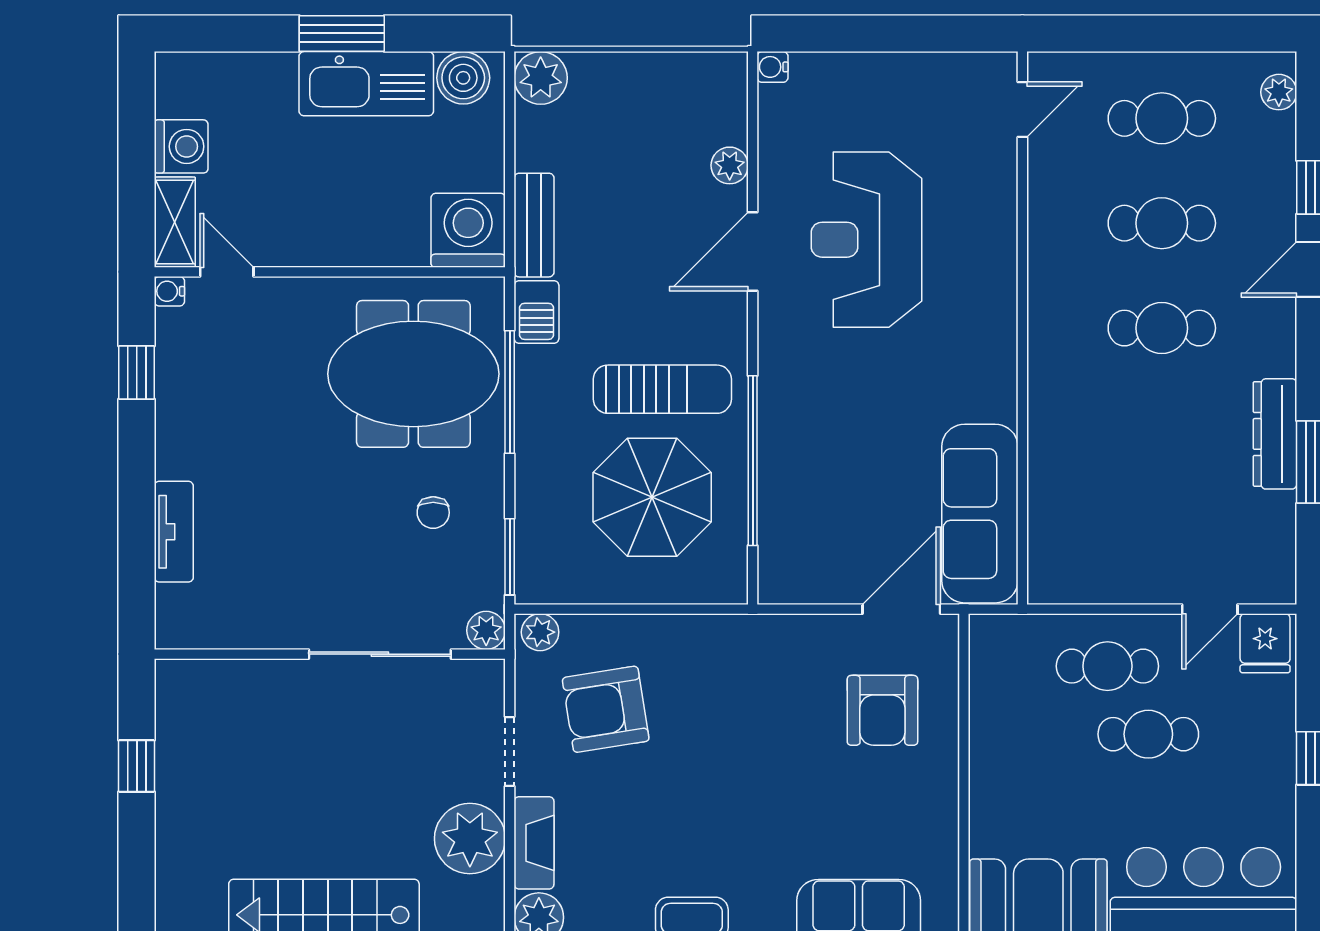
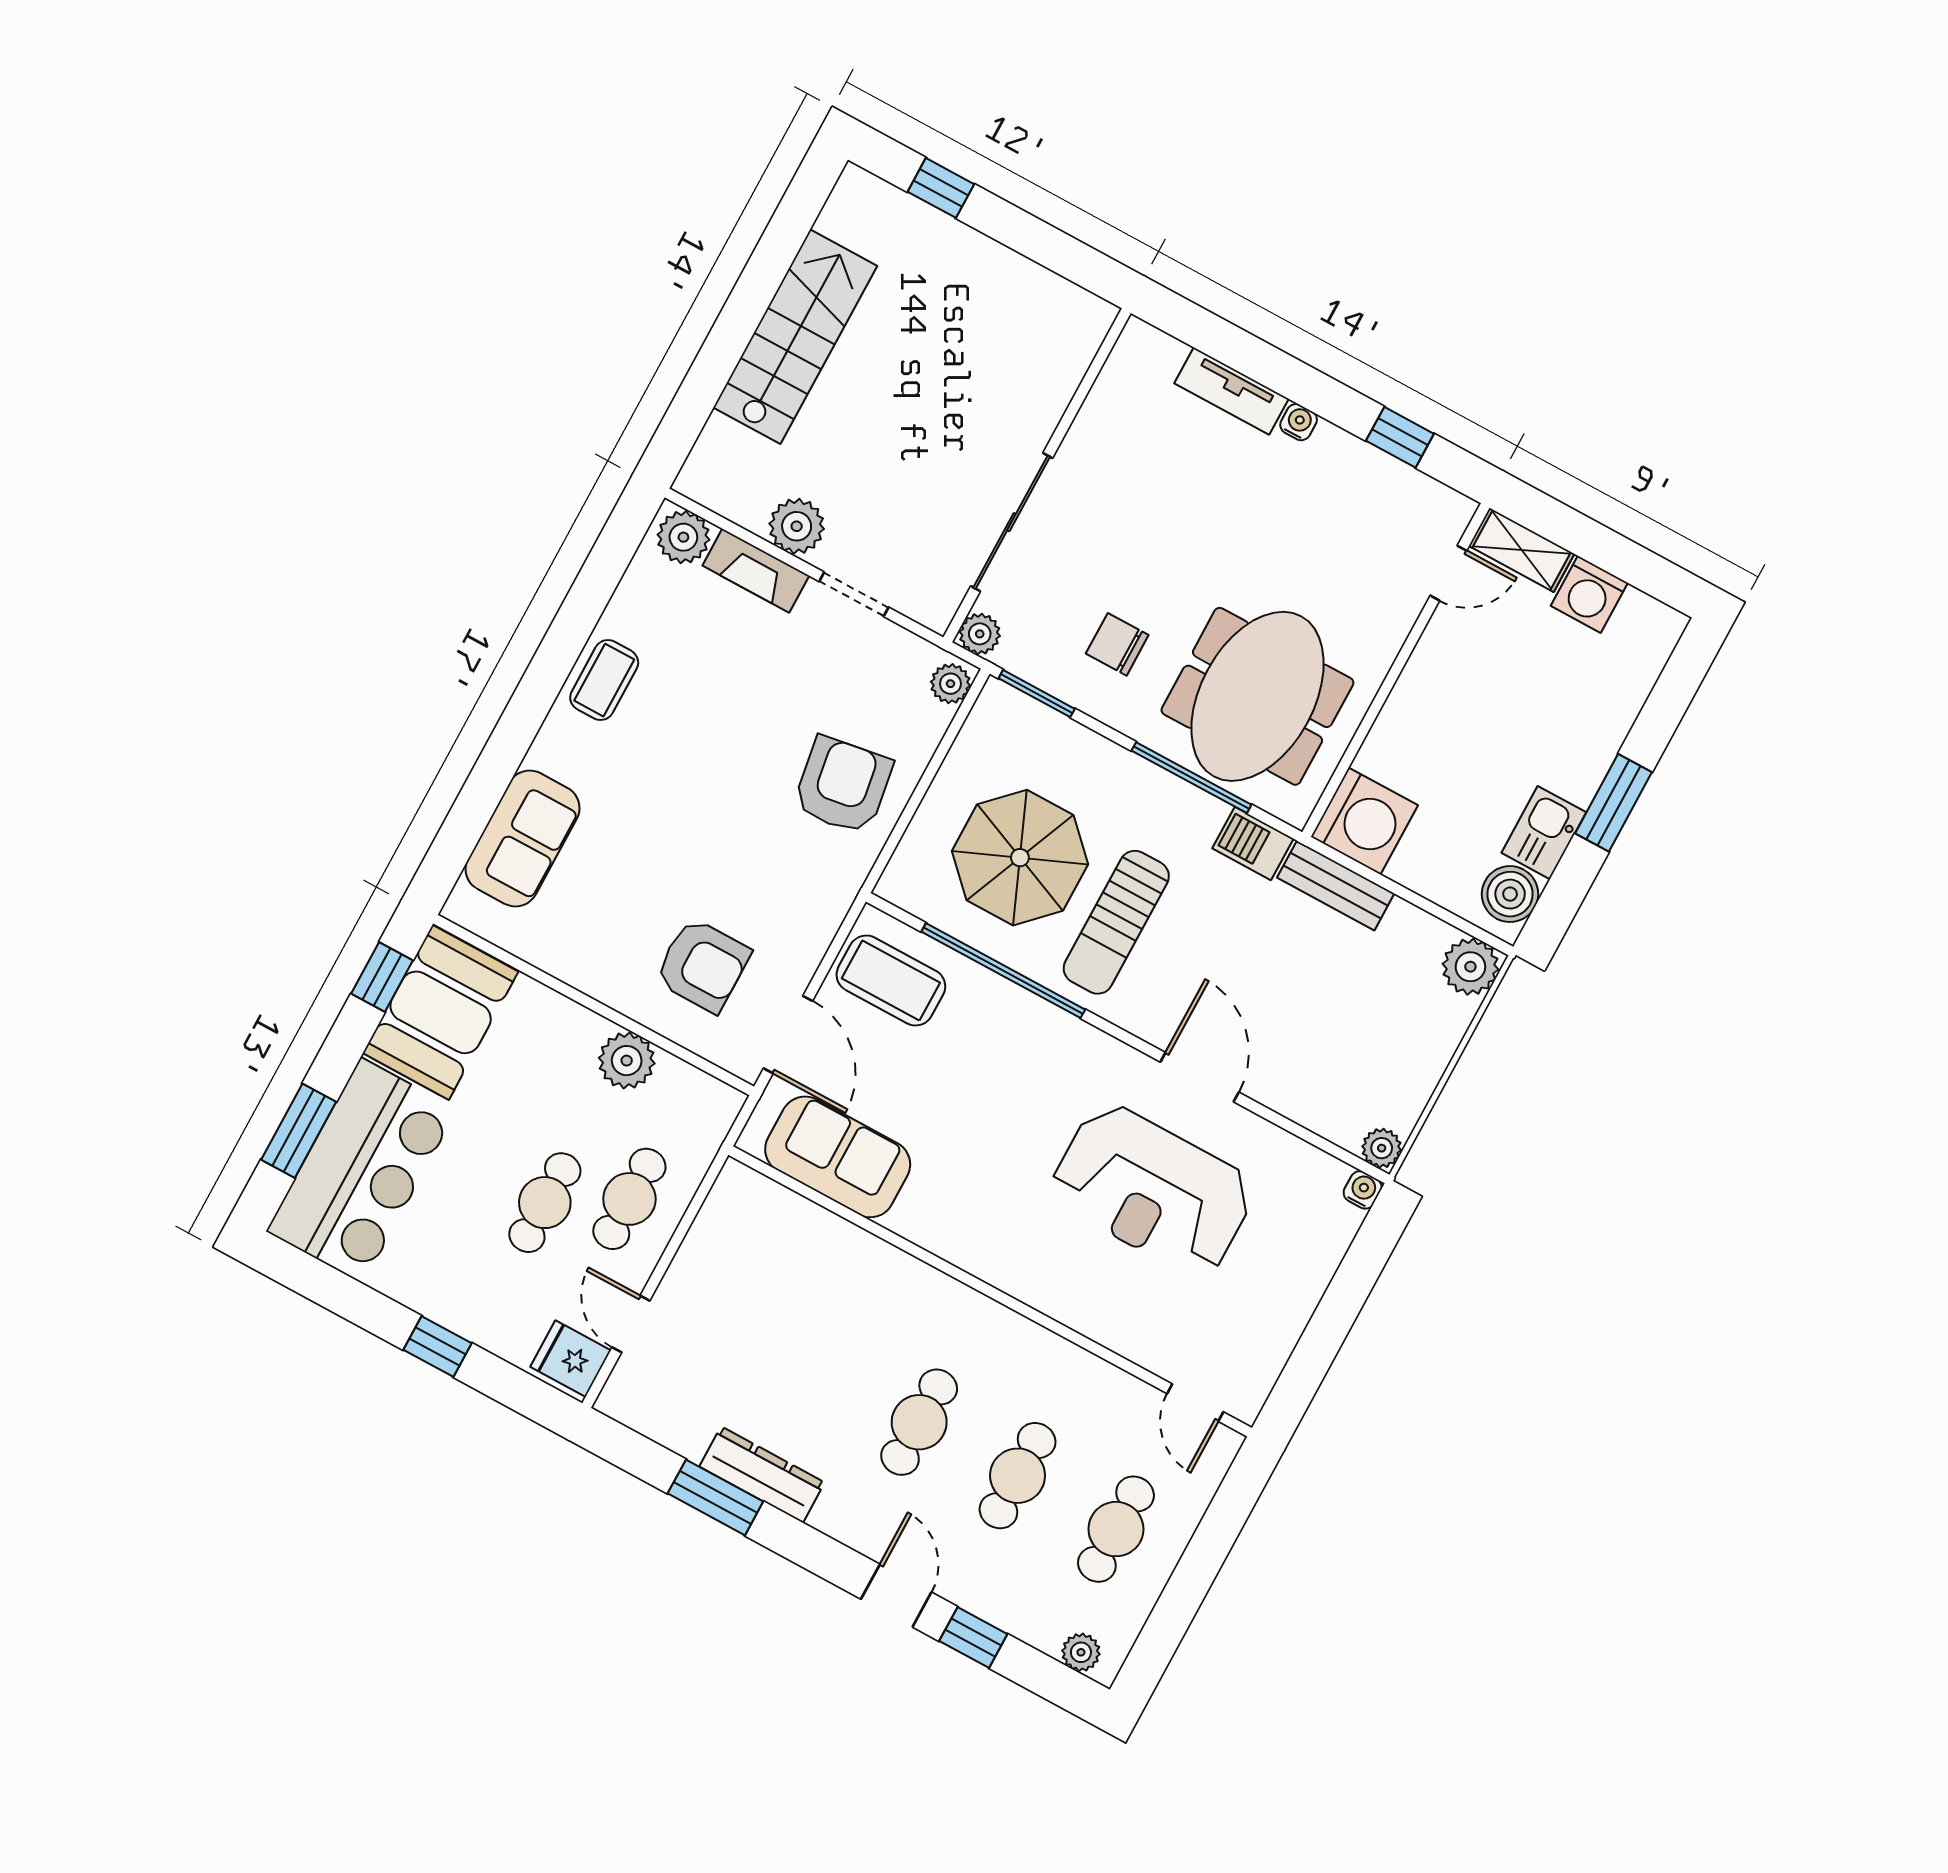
kitchen sink: (366, 84) -> (1544, 833), width x0.53, depth x0.81
plant: (730, 165) -> (1382, 1148), moved
reception desk: (866, 240) -> (1153, 1190), turned 180
water cooler: (169, 291) -> (1299, 422), moved
chair: (433, 513) -> (1117, 644), width x1.37, depth x1.37
sofa: (980, 514) -> (838, 1157), width x0.73
coffee table: (811, 549) -> (891, 980), added
armchair: (606, 709) -> (843, 785), moved
armchair: (882, 710) -> (703, 965), turned 180
plant: (995, 730) -> (627, 1061), added
window: (137, 766) -> (941, 188), moved
plant: (470, 839) -> (797, 526), width x0.73, depth x0.73

